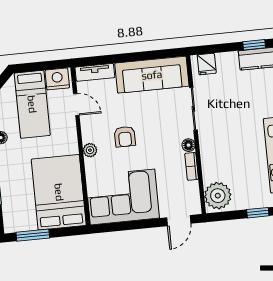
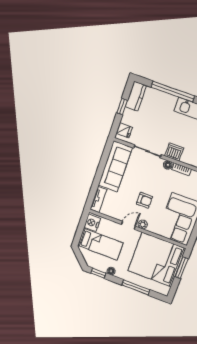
window: (254, 45) -> (122, 107), moved
door: (76, 105) -> (128, 225), moved
dishwasher: (210, 145) -> (174, 152), added
bed: (59, 192) -> (157, 260), width x1.36
window: (33, 235) -> (182, 268), moved

